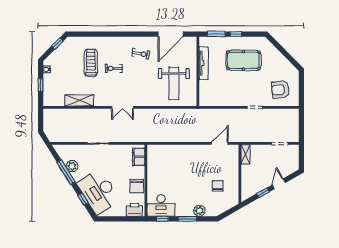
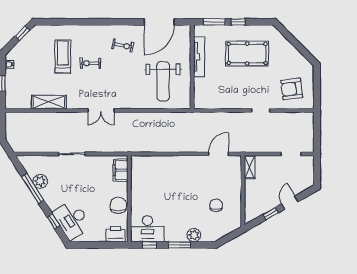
chair: (137, 186) -> (118, 205), turned 180
desk: (98, 192) -> (72, 220), width x0.73, depth x0.77

